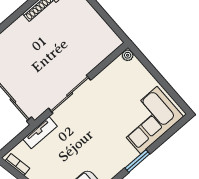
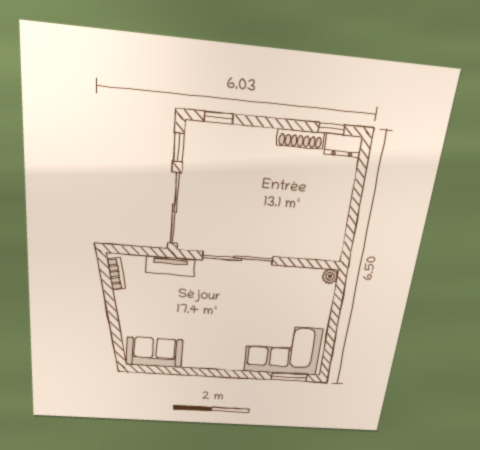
window: (137, 161) -> (289, 377), moved

